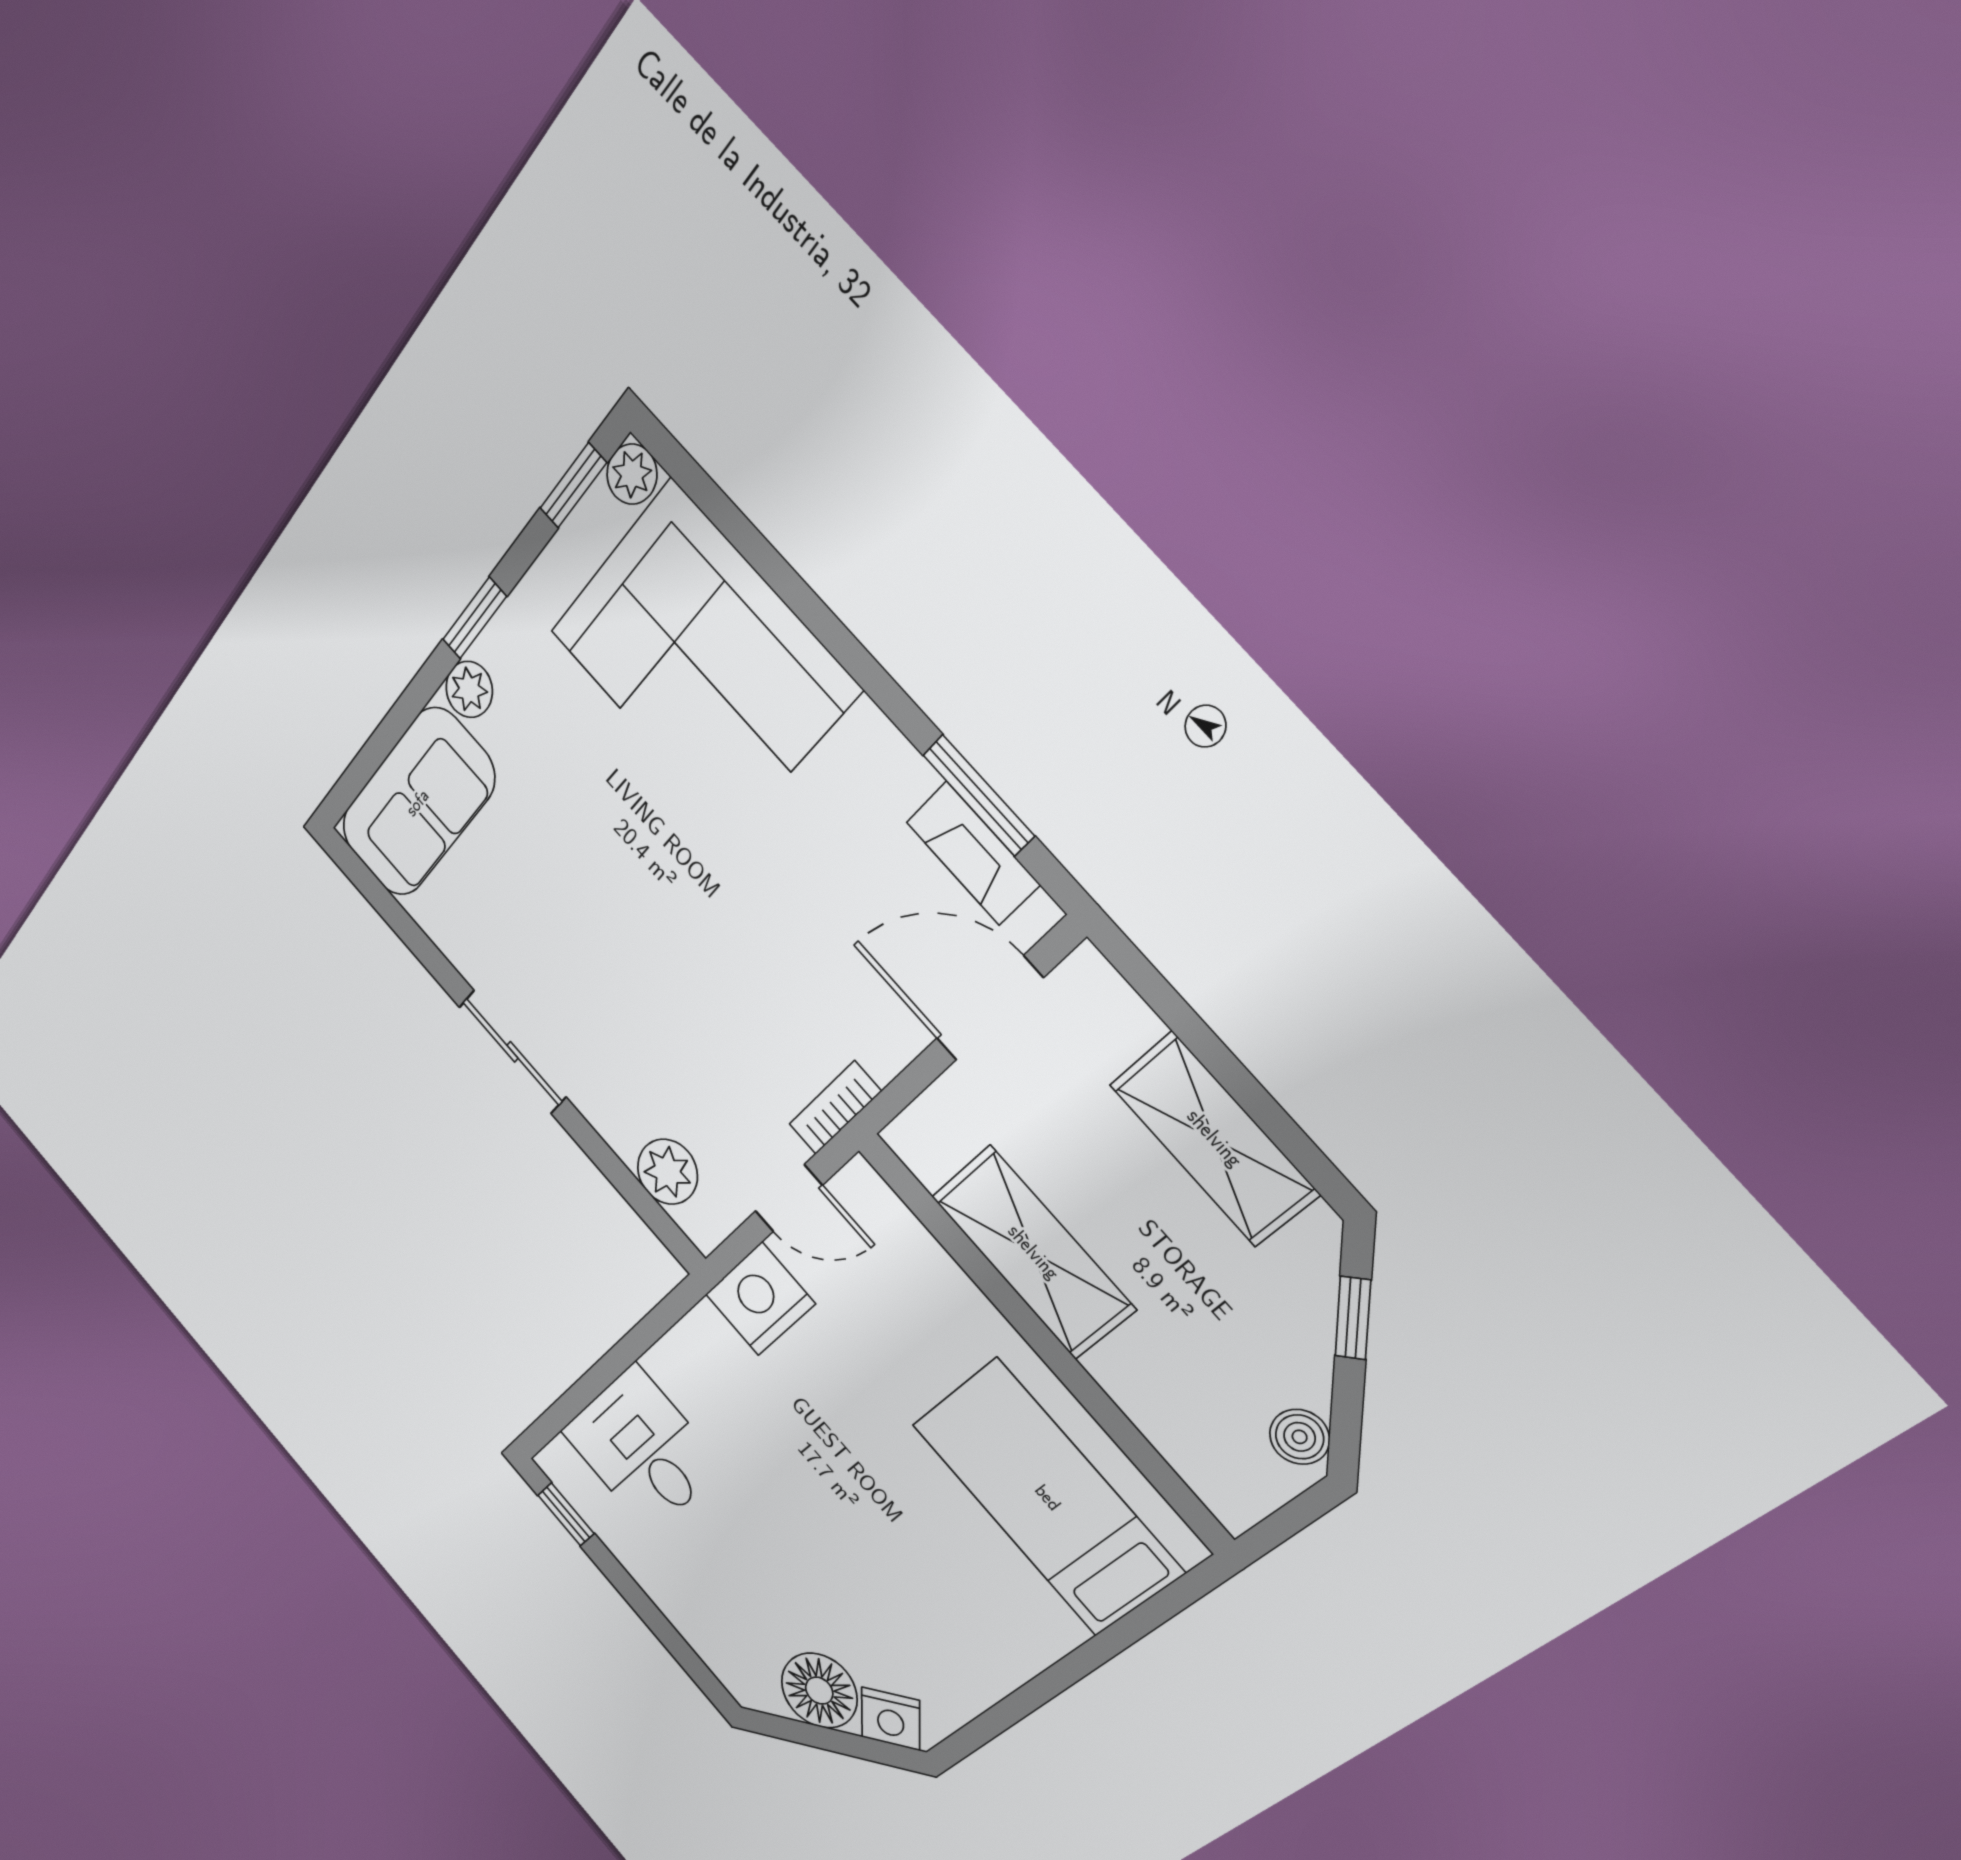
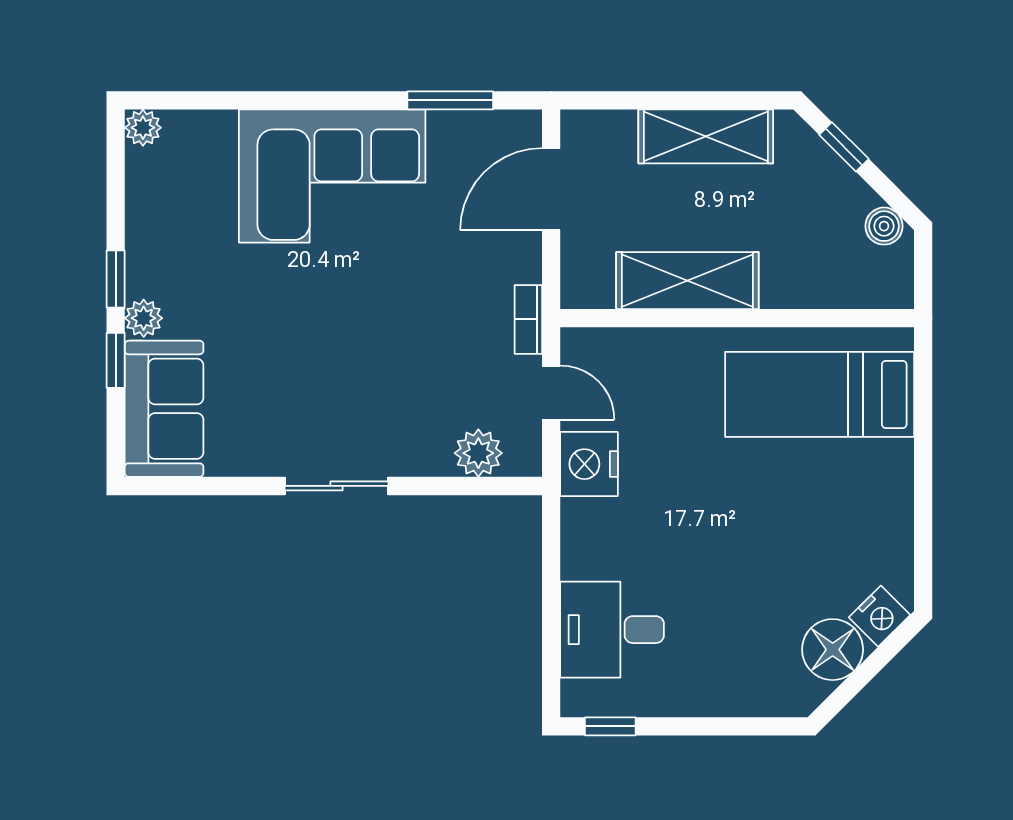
window: (573, 485) -> (116, 360), moved
corner sofa: (703, 660) -> (332, 176), moved
fireplace: (973, 853) -> (473, 128), removed
door: (789, 1198) -> (551, 393), hinge flipped

